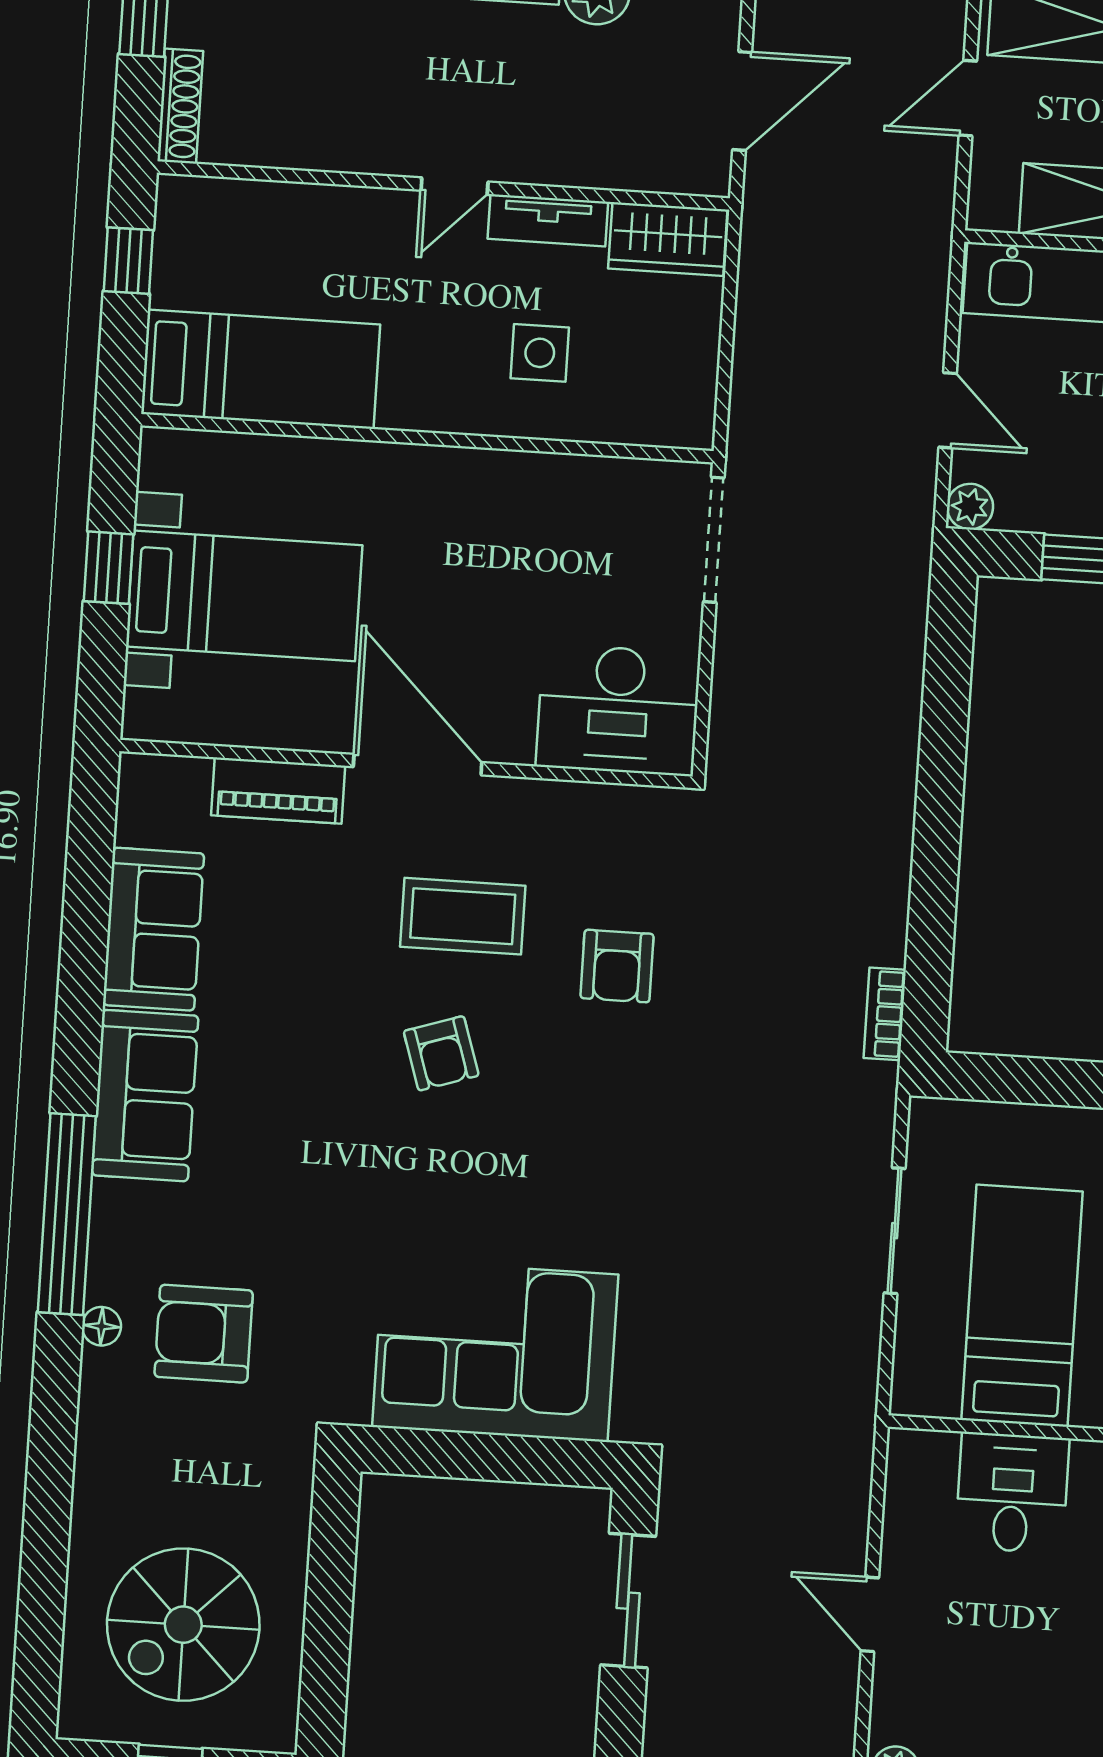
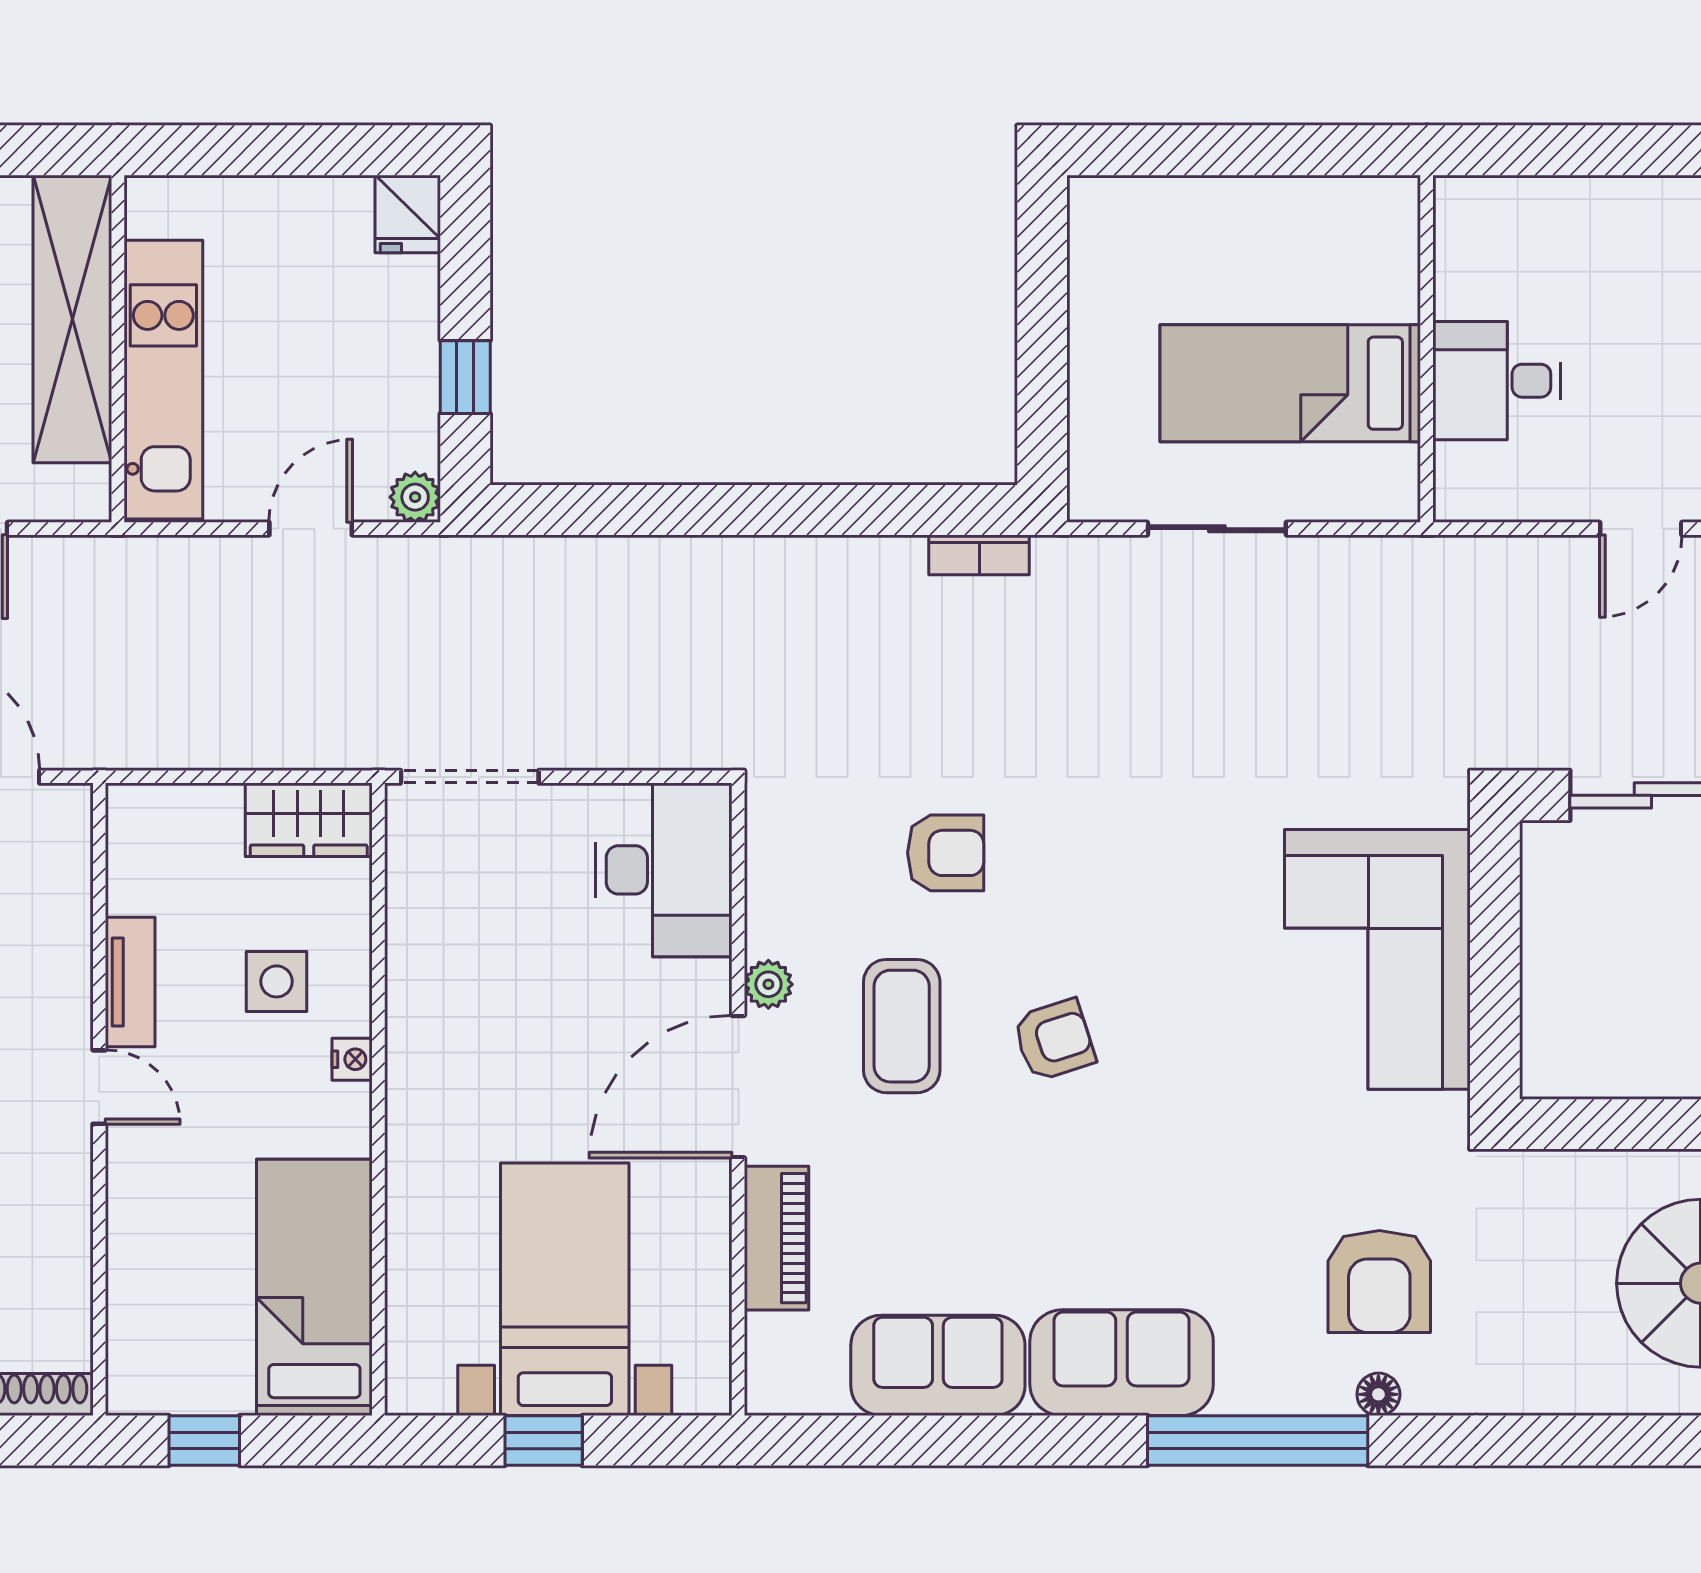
wardrobe: (668, 239) -> (309, 820), moved, turned 90
nightstand: (465, 417) -> (352, 1059), added
plant: (508, 798) -> (768, 984), added

